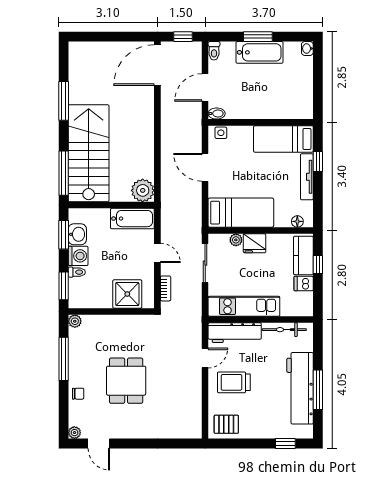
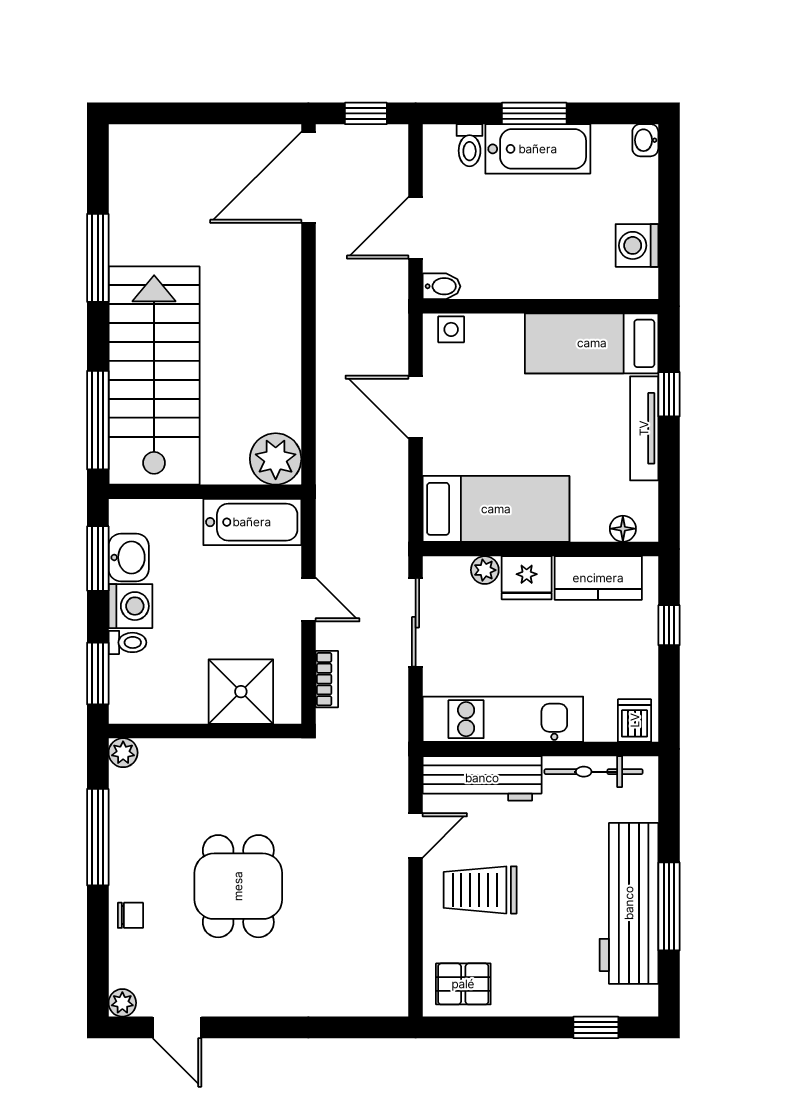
toilet: (214, 51) -> (470, 145), moved
washing machine: (304, 95) -> (637, 245), added
kitchen counter: (303, 255) -> (598, 578), moved, turned -90
dishwasher: (304, 284) -> (635, 720), moved, turned 90

